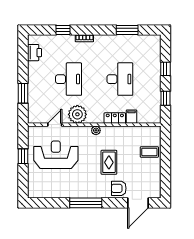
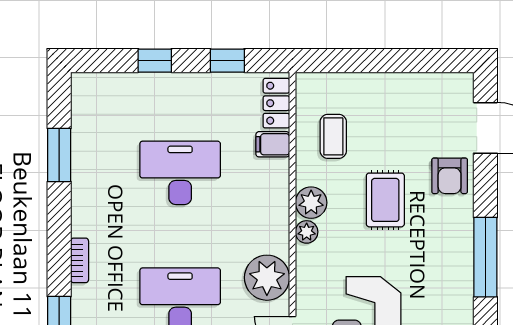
locker: (115, 118) -> (276, 103), moved
plant: (108, 132) -> (311, 203), added
coffee table: (149, 152) -> (333, 136), moved
rug: (109, 162) -> (385, 200), turned 90

